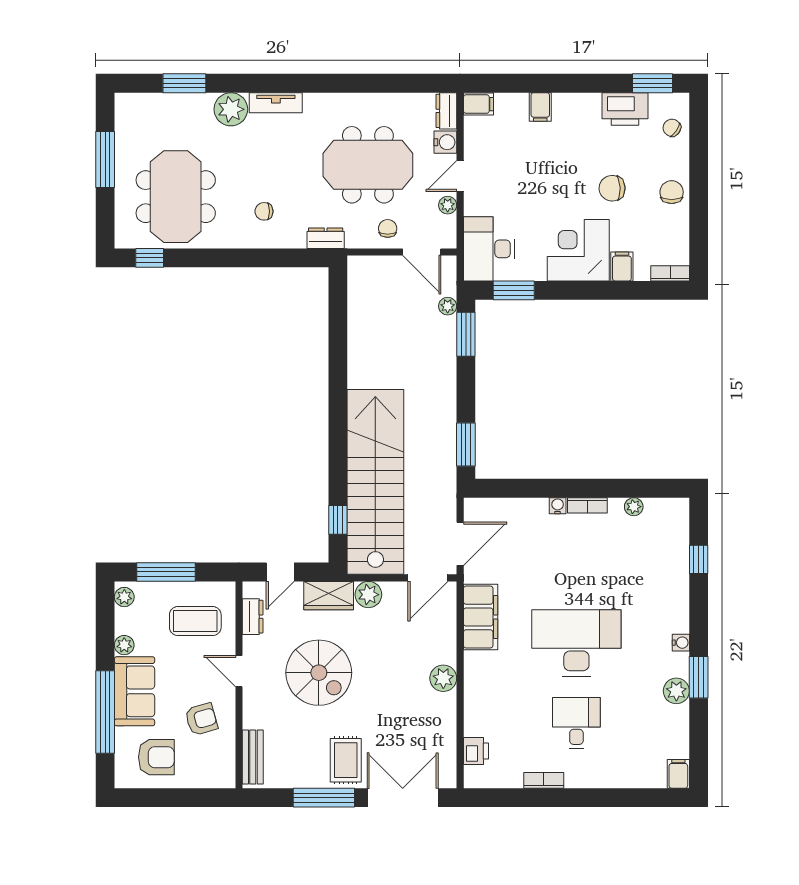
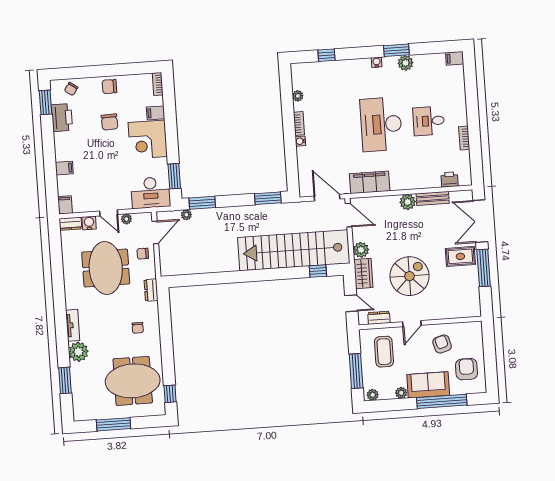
bench: (253, 757) -> (433, 198), moved

